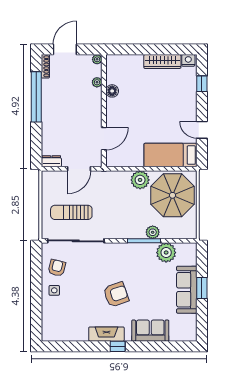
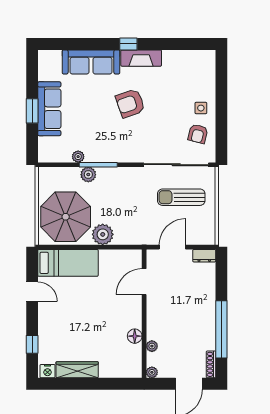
sun lounger: (71, 212) -> (181, 197), turned 180
plant: (166, 253) -> (78, 157), width x0.53, depth x0.53
sofa: (150, 331) -> (91, 62), width x1.36

